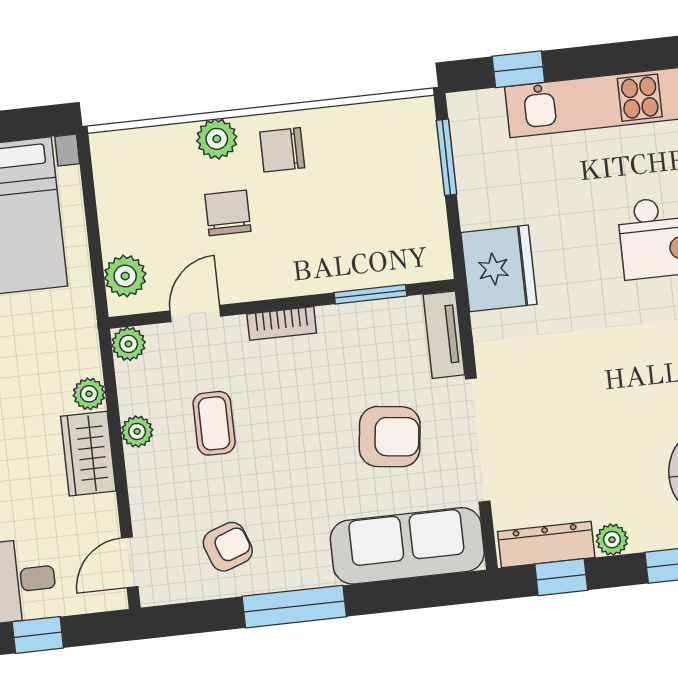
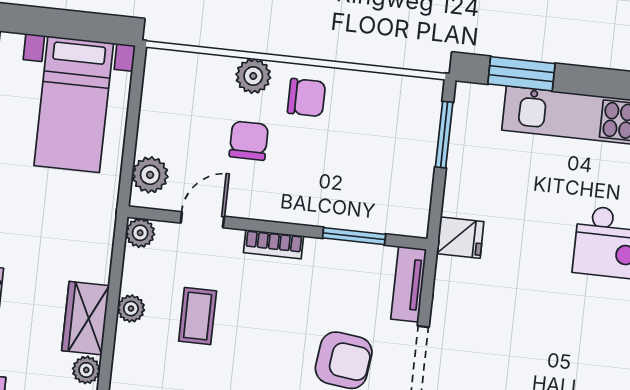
window: (518, 69) -> (521, 74), width x1.50
chair: (282, 150) -> (306, 98), turned 180
fridge: (499, 268) -> (460, 238), width x0.53, depth x0.75
plant: (89, 394) -> (86, 370), moved

